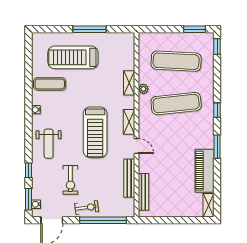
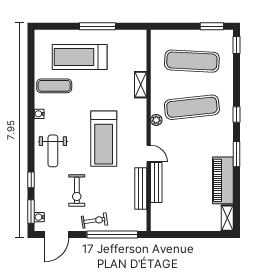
plant: (143, 89) -> (156, 120), moved
shelving: (129, 122) -> (140, 127), removed
bench: (143, 192) -> (156, 183), moved

